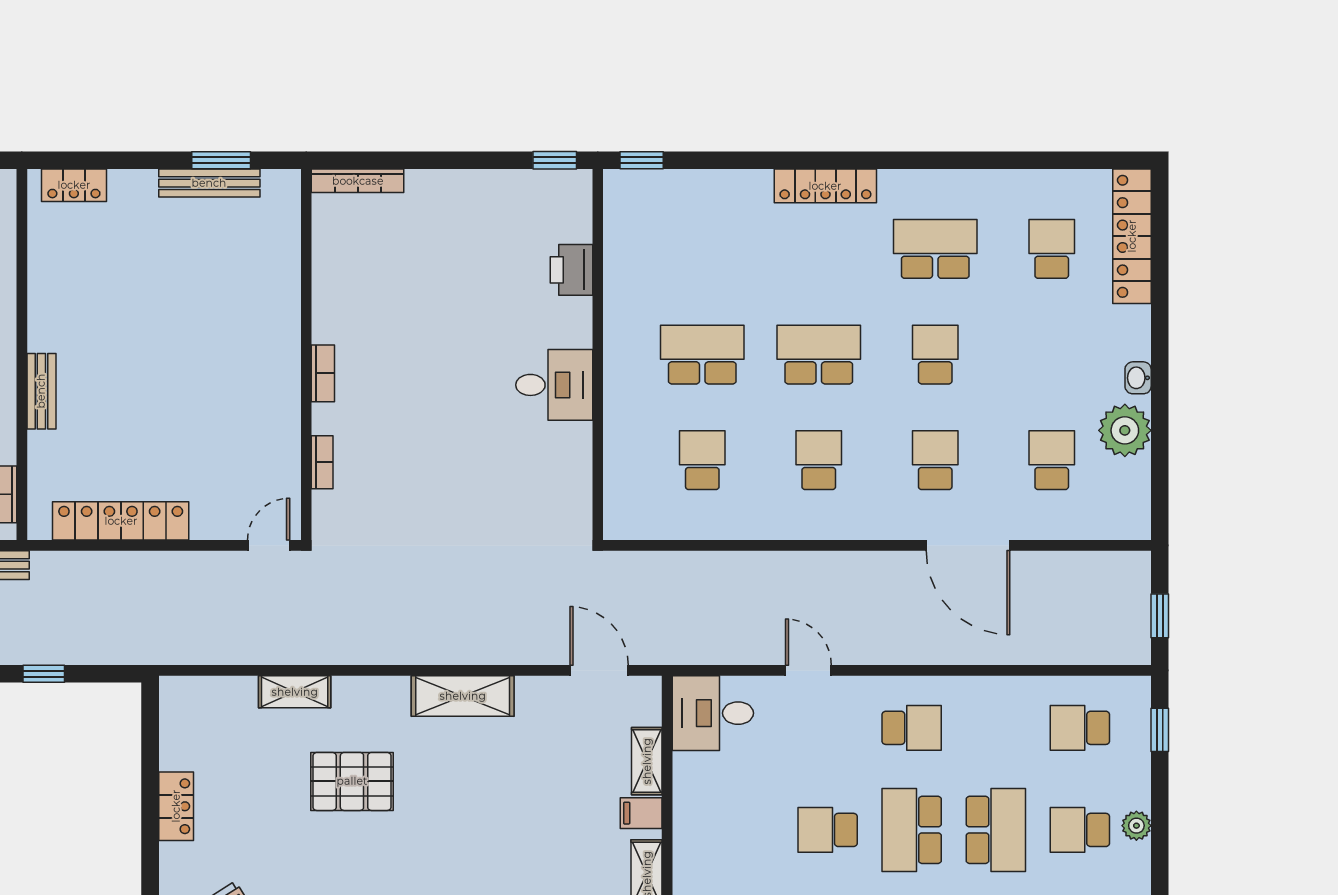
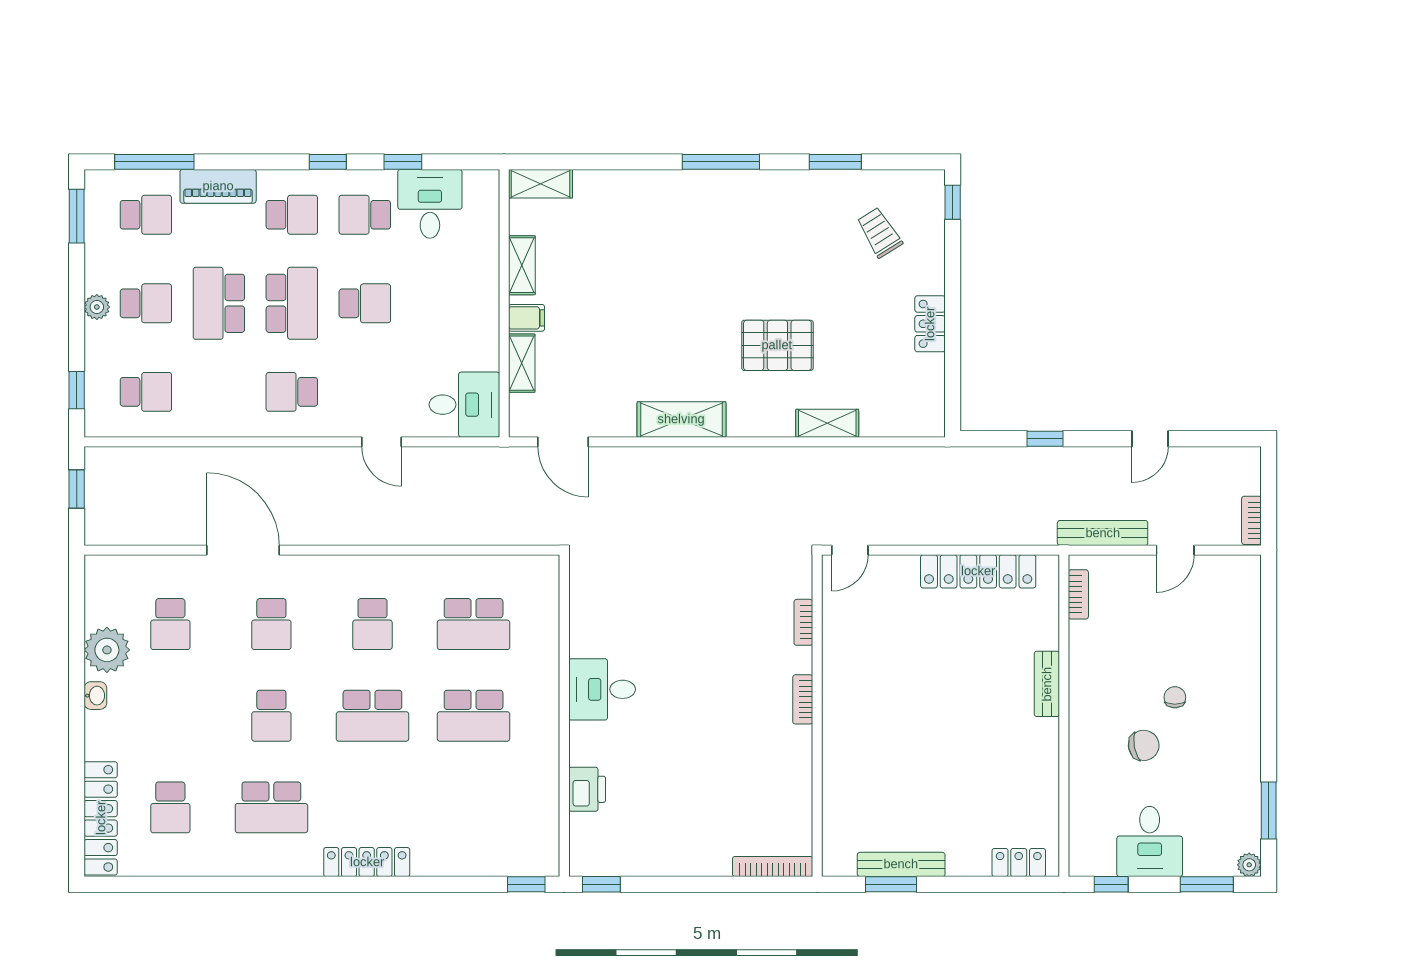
school desk: (702, 460) -> (474, 624), width x1.85

